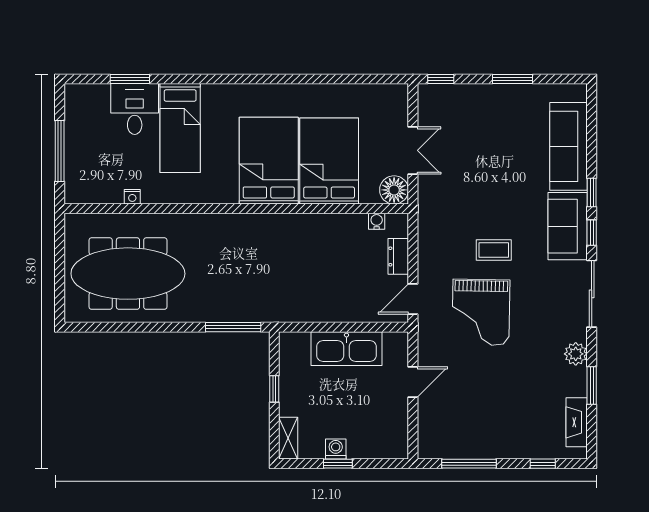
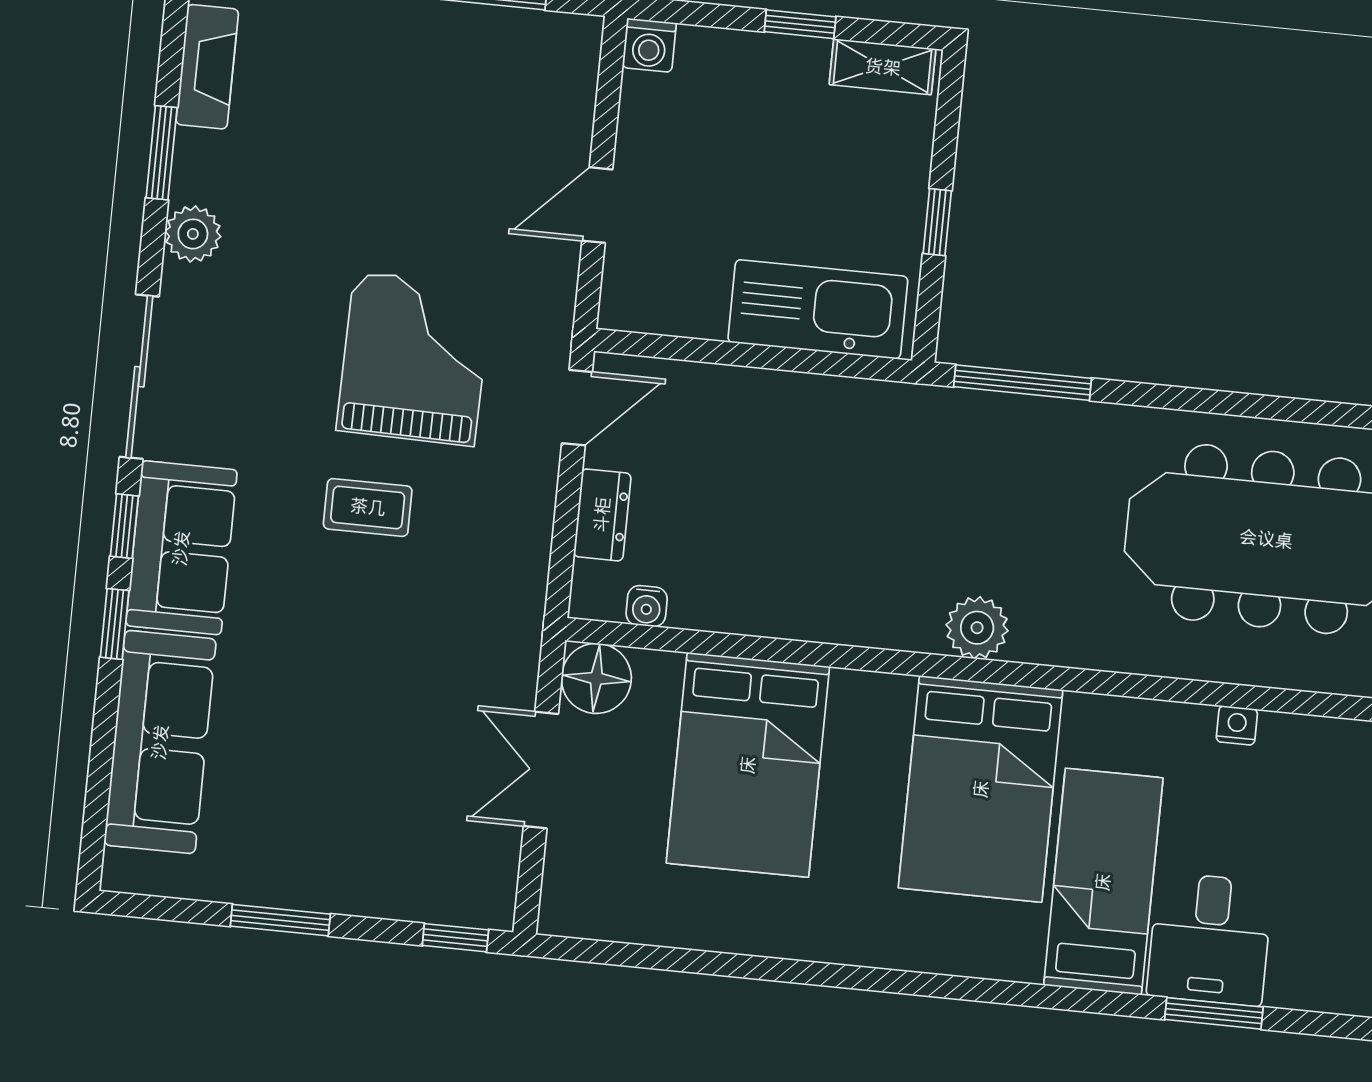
bed: (269, 161) -> (981, 789), moved
plant: (242, 226) -> (977, 628), added
kitchen sink: (346, 349) -> (818, 309), moved
shelving: (288, 438) -> (883, 67), moved, turned 90
washing machine: (336, 449) -> (649, 45), moved

